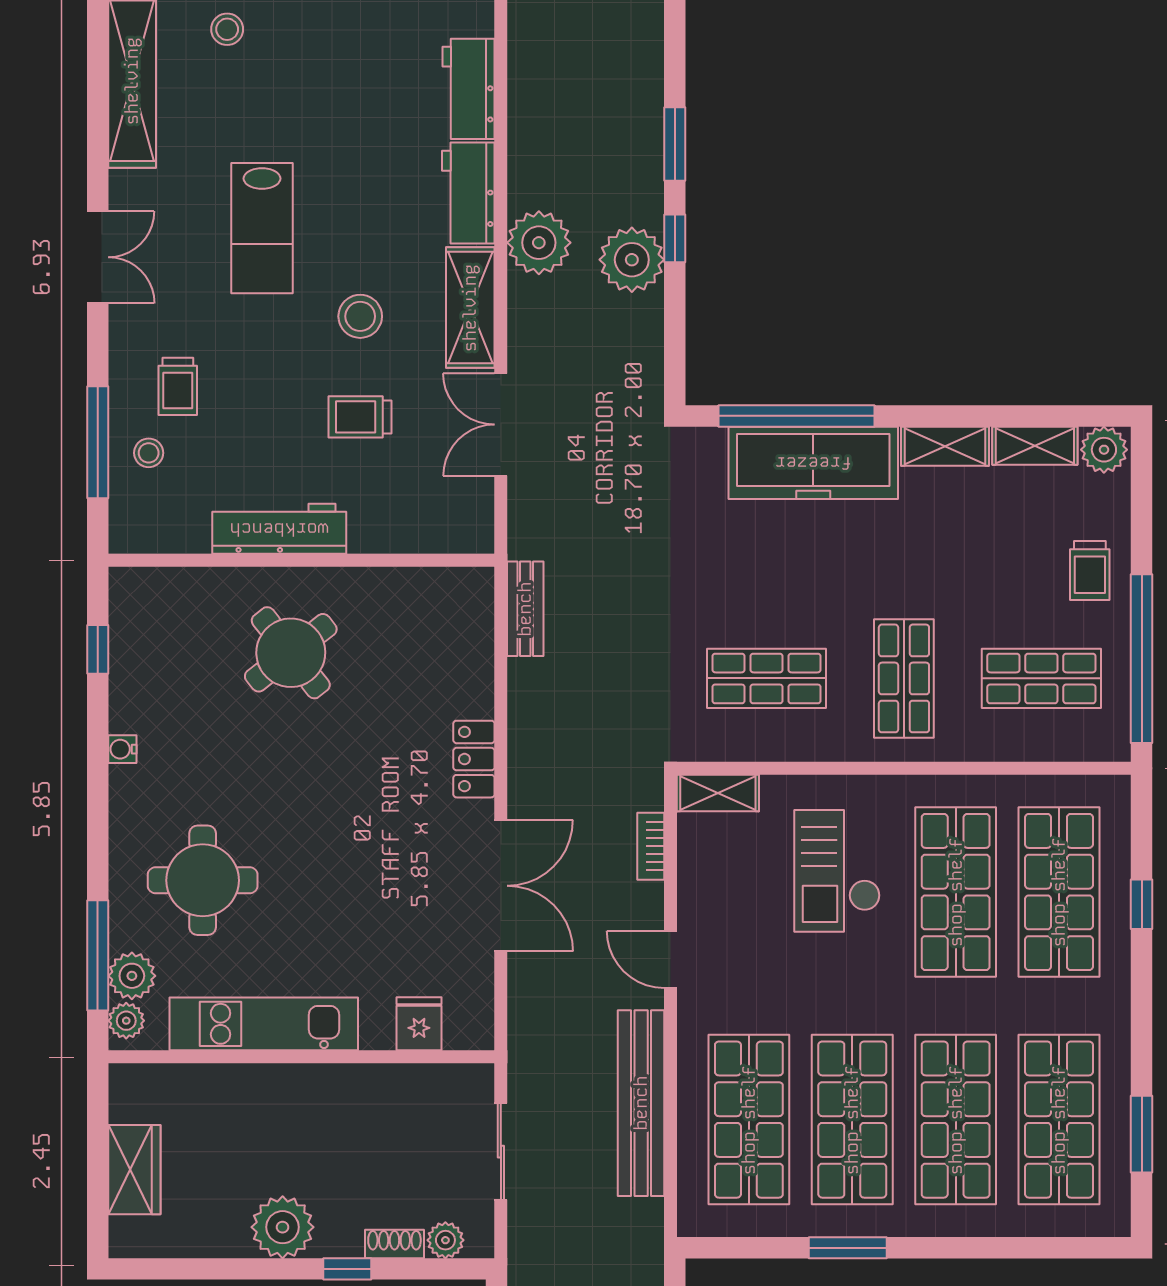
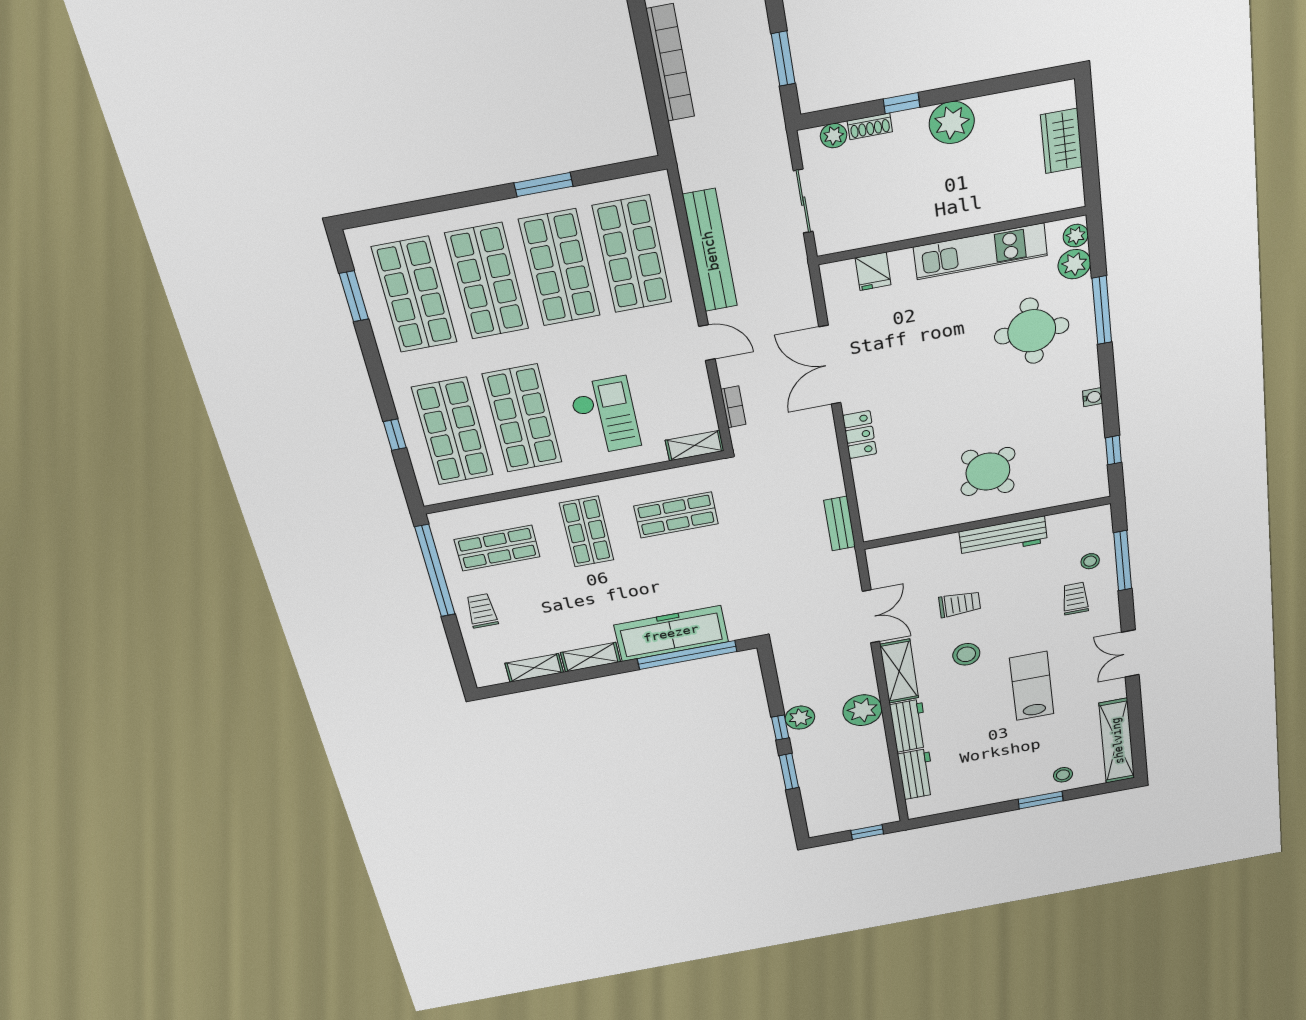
plant: (632, 260) -> (800, 718), width x0.73, depth x0.73
plant: (1104, 450) -> (490, 674), removed
window: (98, 955) -> (1102, 310), moved

